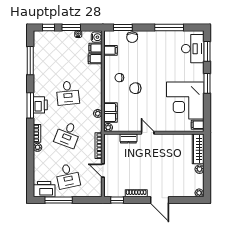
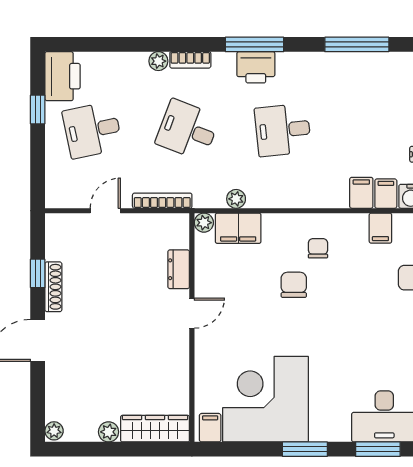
window: (59, 200) -> (38, 109), width x0.46
window: (117, 200) -> (38, 273), moved

